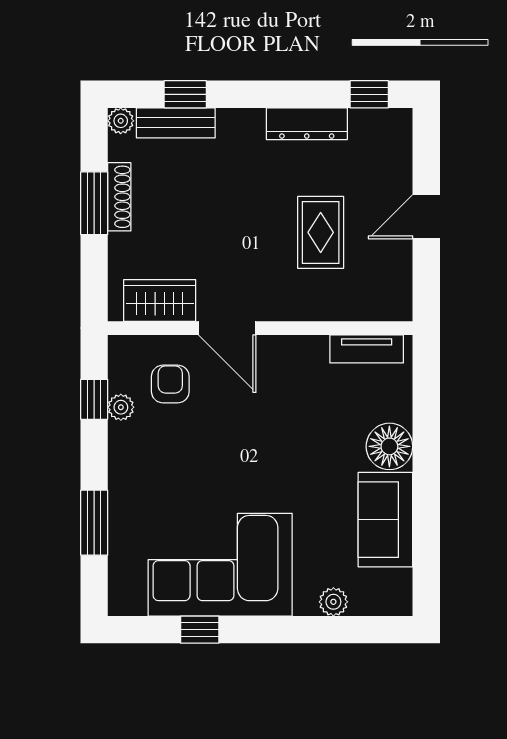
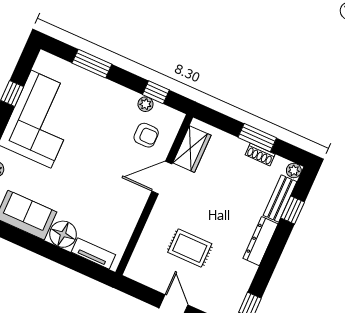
dresser: (307, 124) -> (260, 241), moved
shoe rack: (119, 197) -> (260, 155), width x0.70
tv unit: (367, 349) -> (93, 253), moved, turned 90

